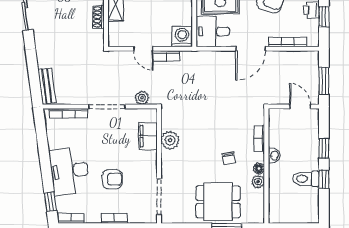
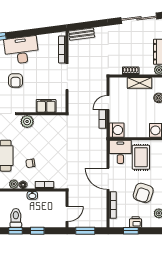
plant: (142, 98) -> (73, 102), removed
plant: (170, 140) -> (27, 122), moved

